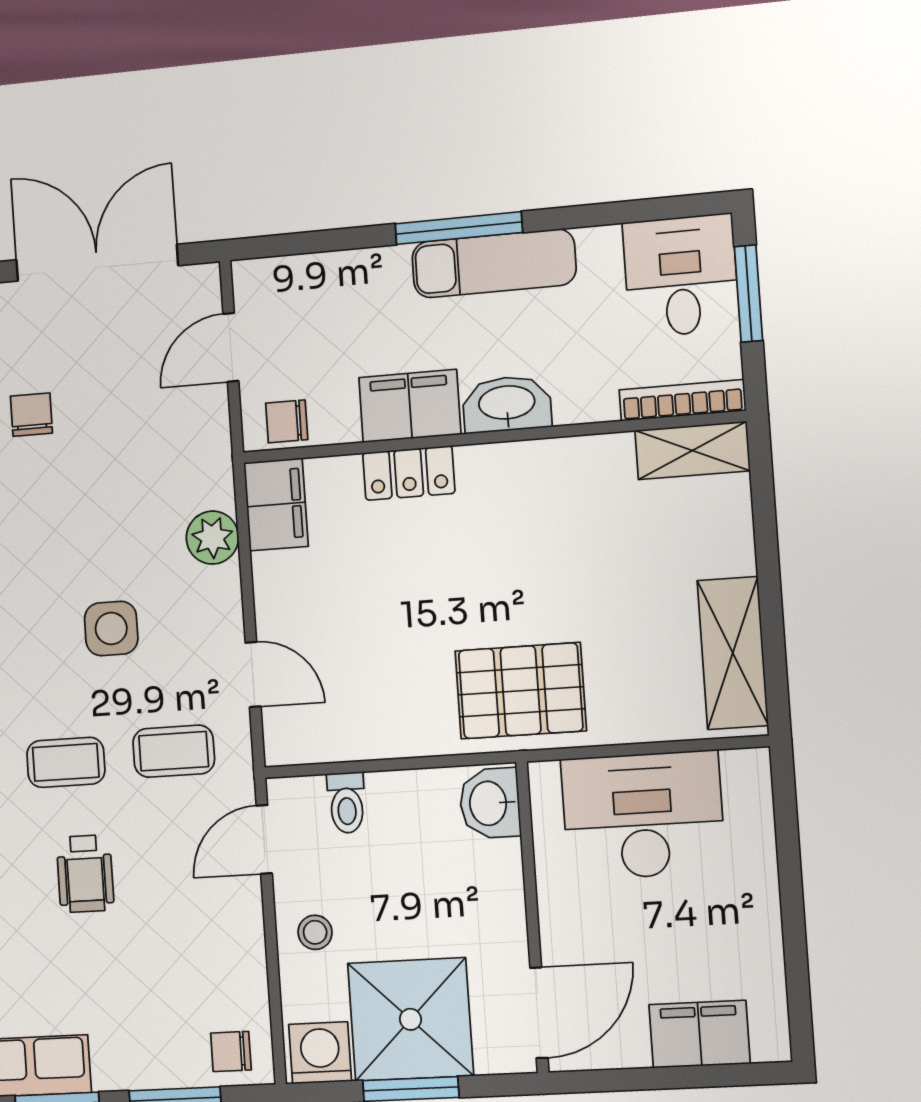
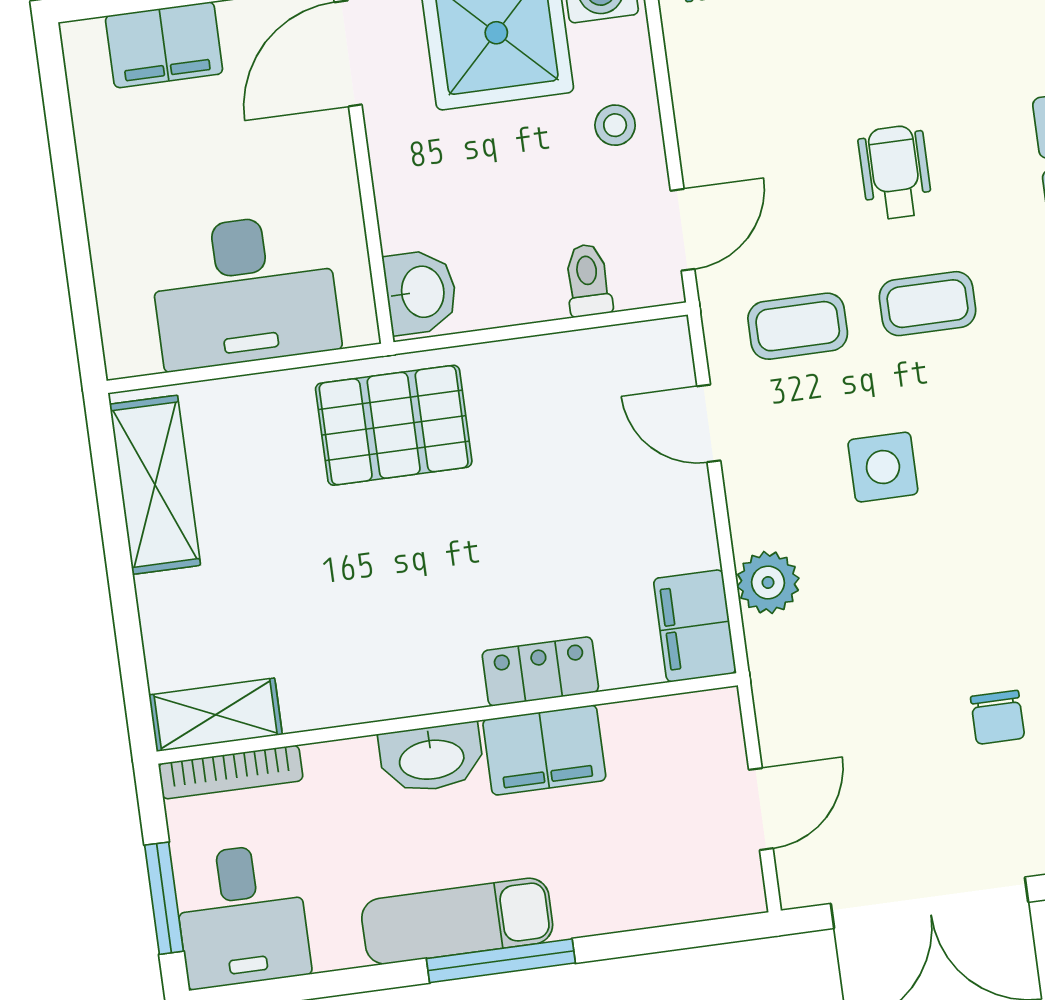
chair: (287, 421) -> (688, 725), removed

